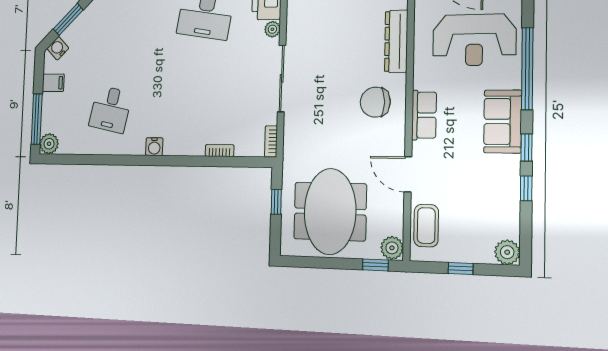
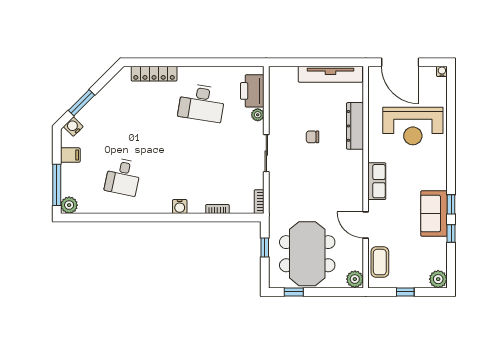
window: (527, 69) -> (451, 148), removed
sliding door: (282, 78) -> (266, 153), width x0.73
chair: (375, 102) -> (312, 137), moved, width x0.54, depth x0.54
sofa: (503, 121) -> (434, 214), moved
water cooler: (154, 147) -> (180, 206), moved
window: (375, 265) -> (294, 292), moved

